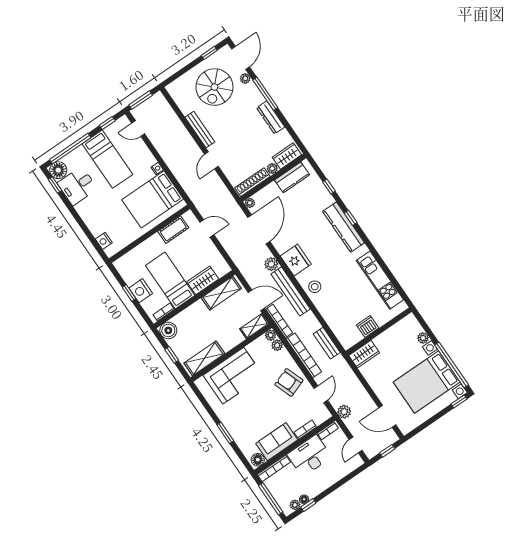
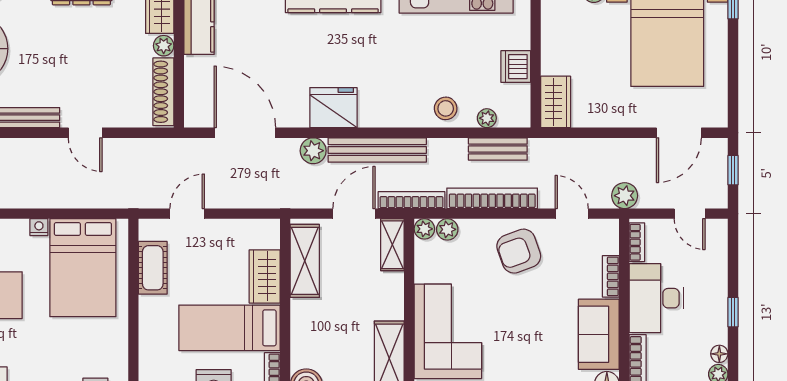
plant: (250, 203) -> (487, 118), moved
stool: (315, 287) -> (446, 108), moved
window: (308, 505) -> (733, 312), moved

